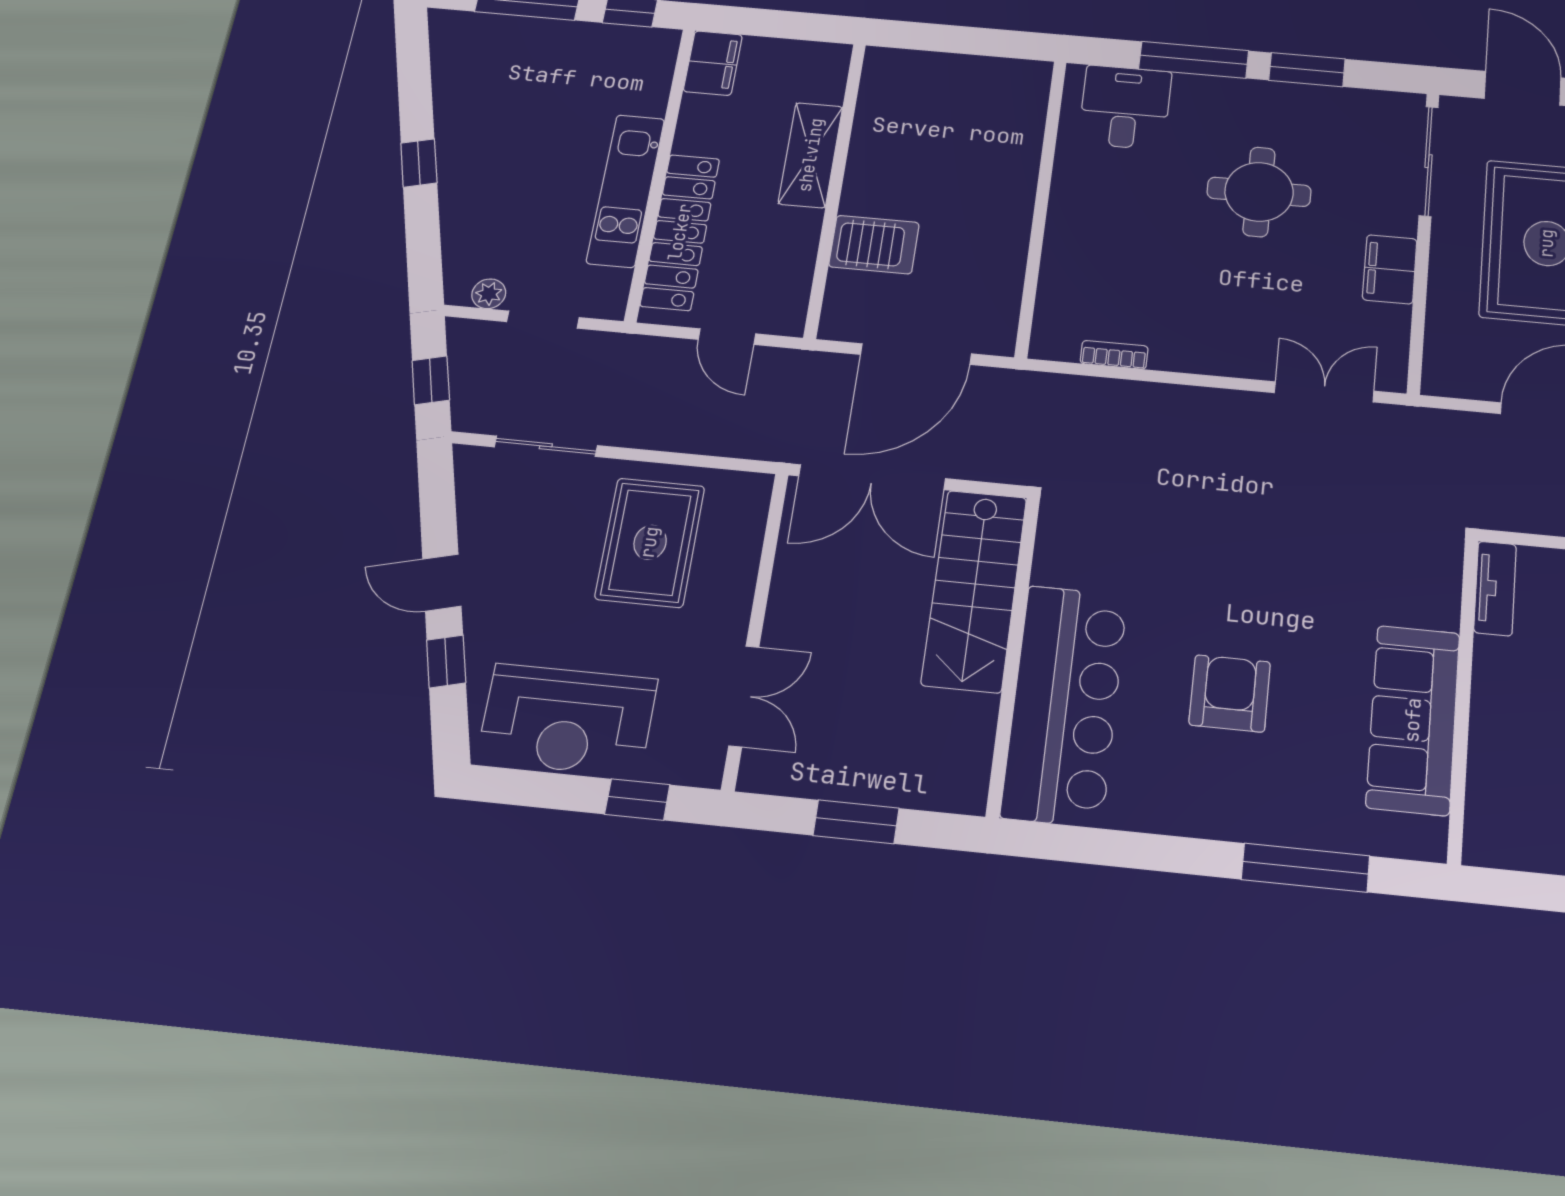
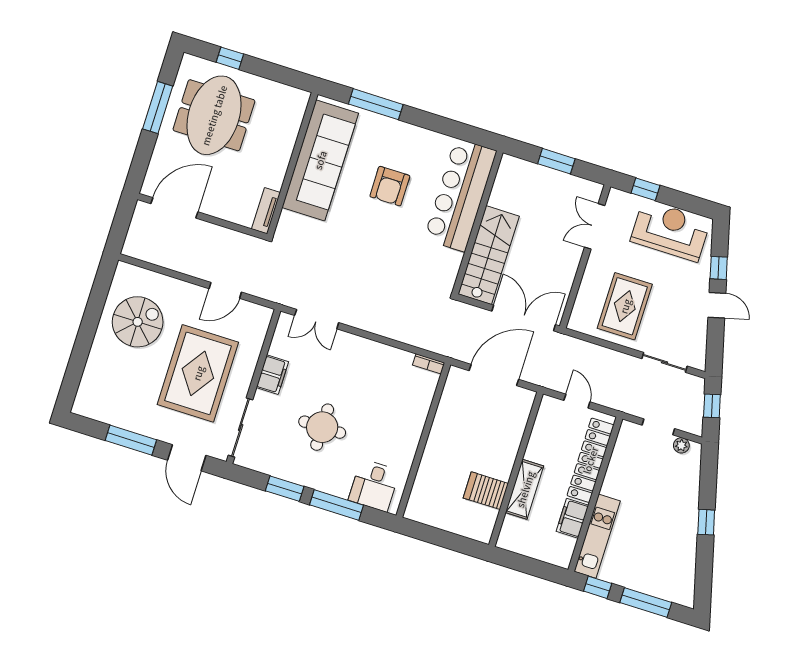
filing cabinet: (713, 63) -> (572, 518), moved
kitchen unit: (626, 191) -> (597, 536), moved
server rack: (874, 245) -> (486, 491), moved
bookcase: (1114, 355) -> (429, 364), moved
sofa: (1413, 720) -> (320, 160), width x1.36, depth x1.27

